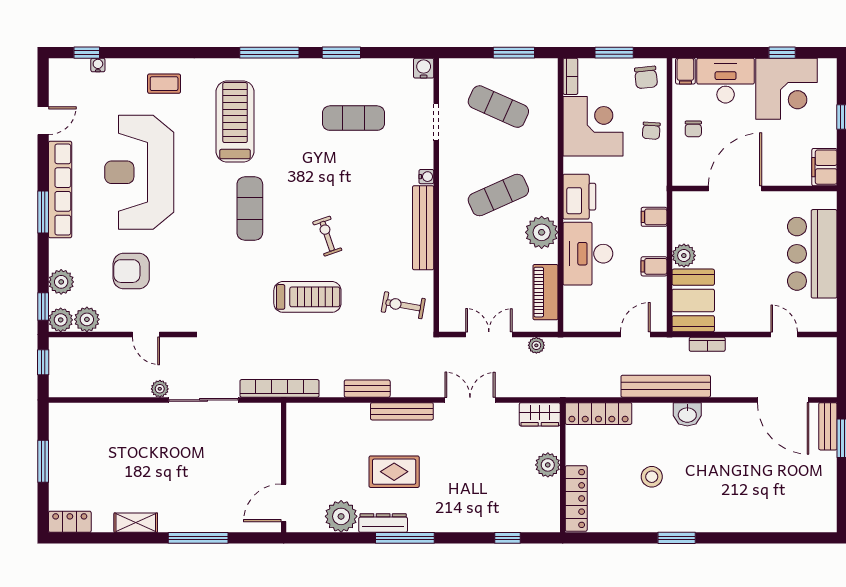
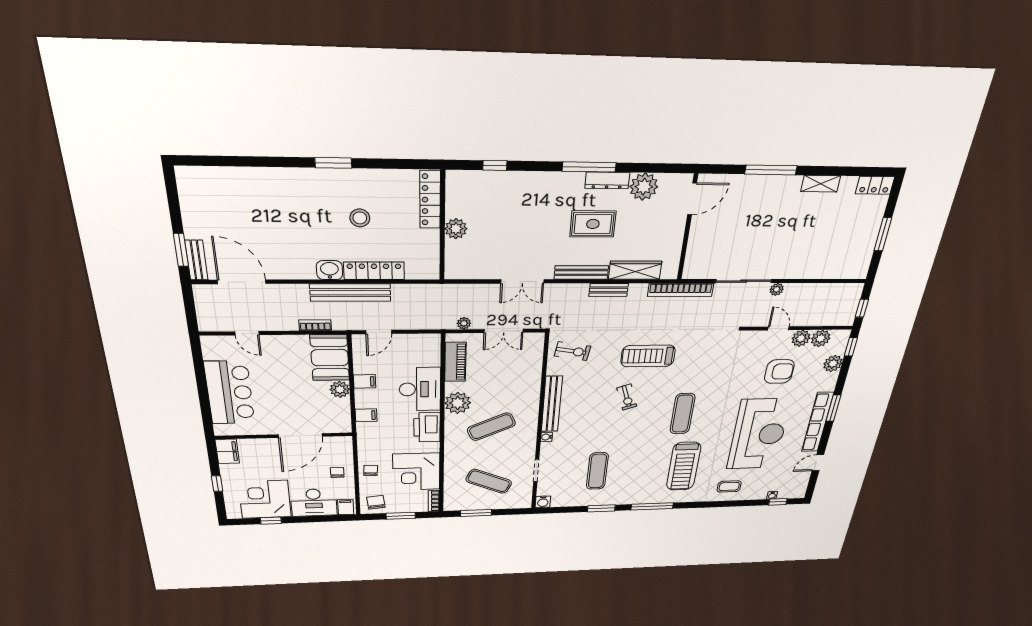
exercise mat: (353, 118) -> (597, 471), turned 90
plant: (61, 320) -> (801, 338), moved
wardrobe: (540, 414) -> (635, 270), moved, width x1.50
locker: (599, 414) -> (374, 271), moved

